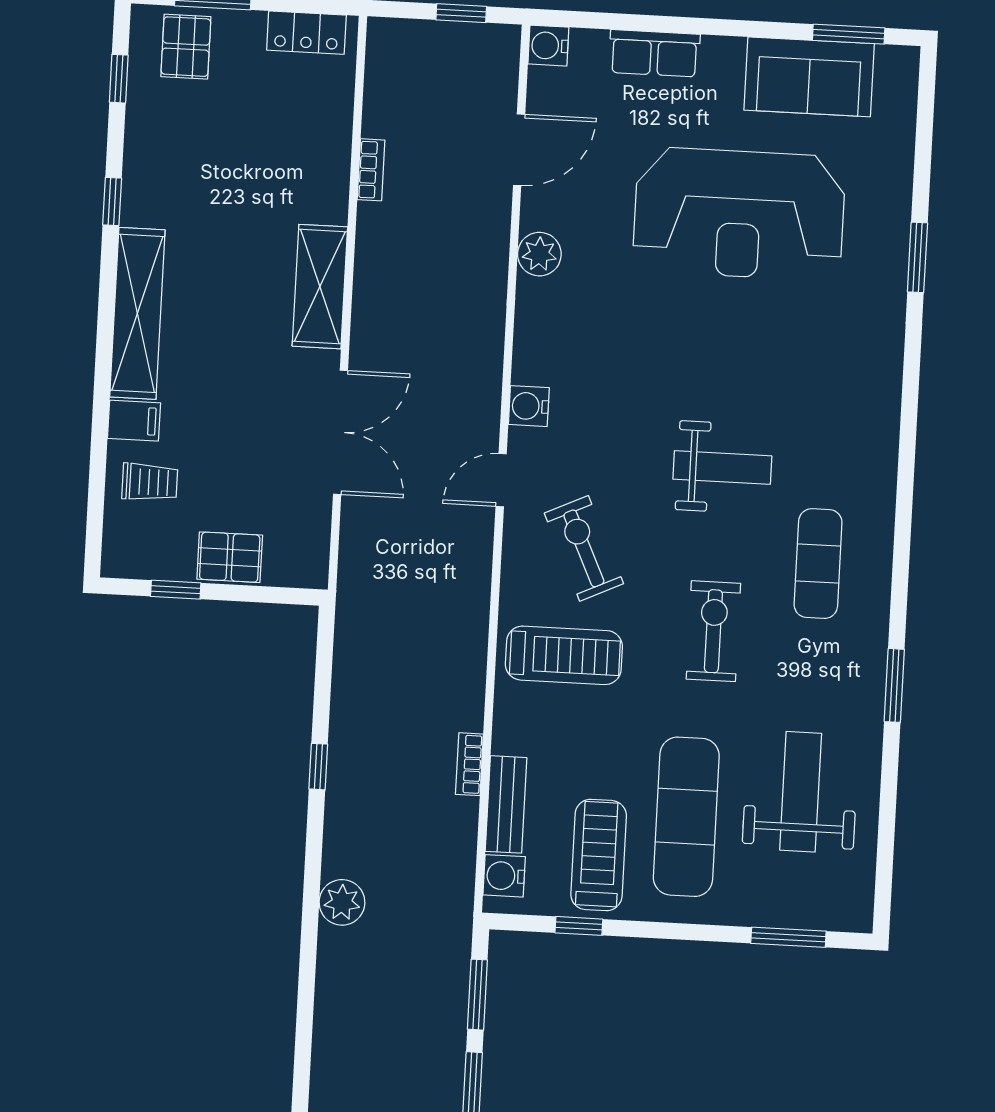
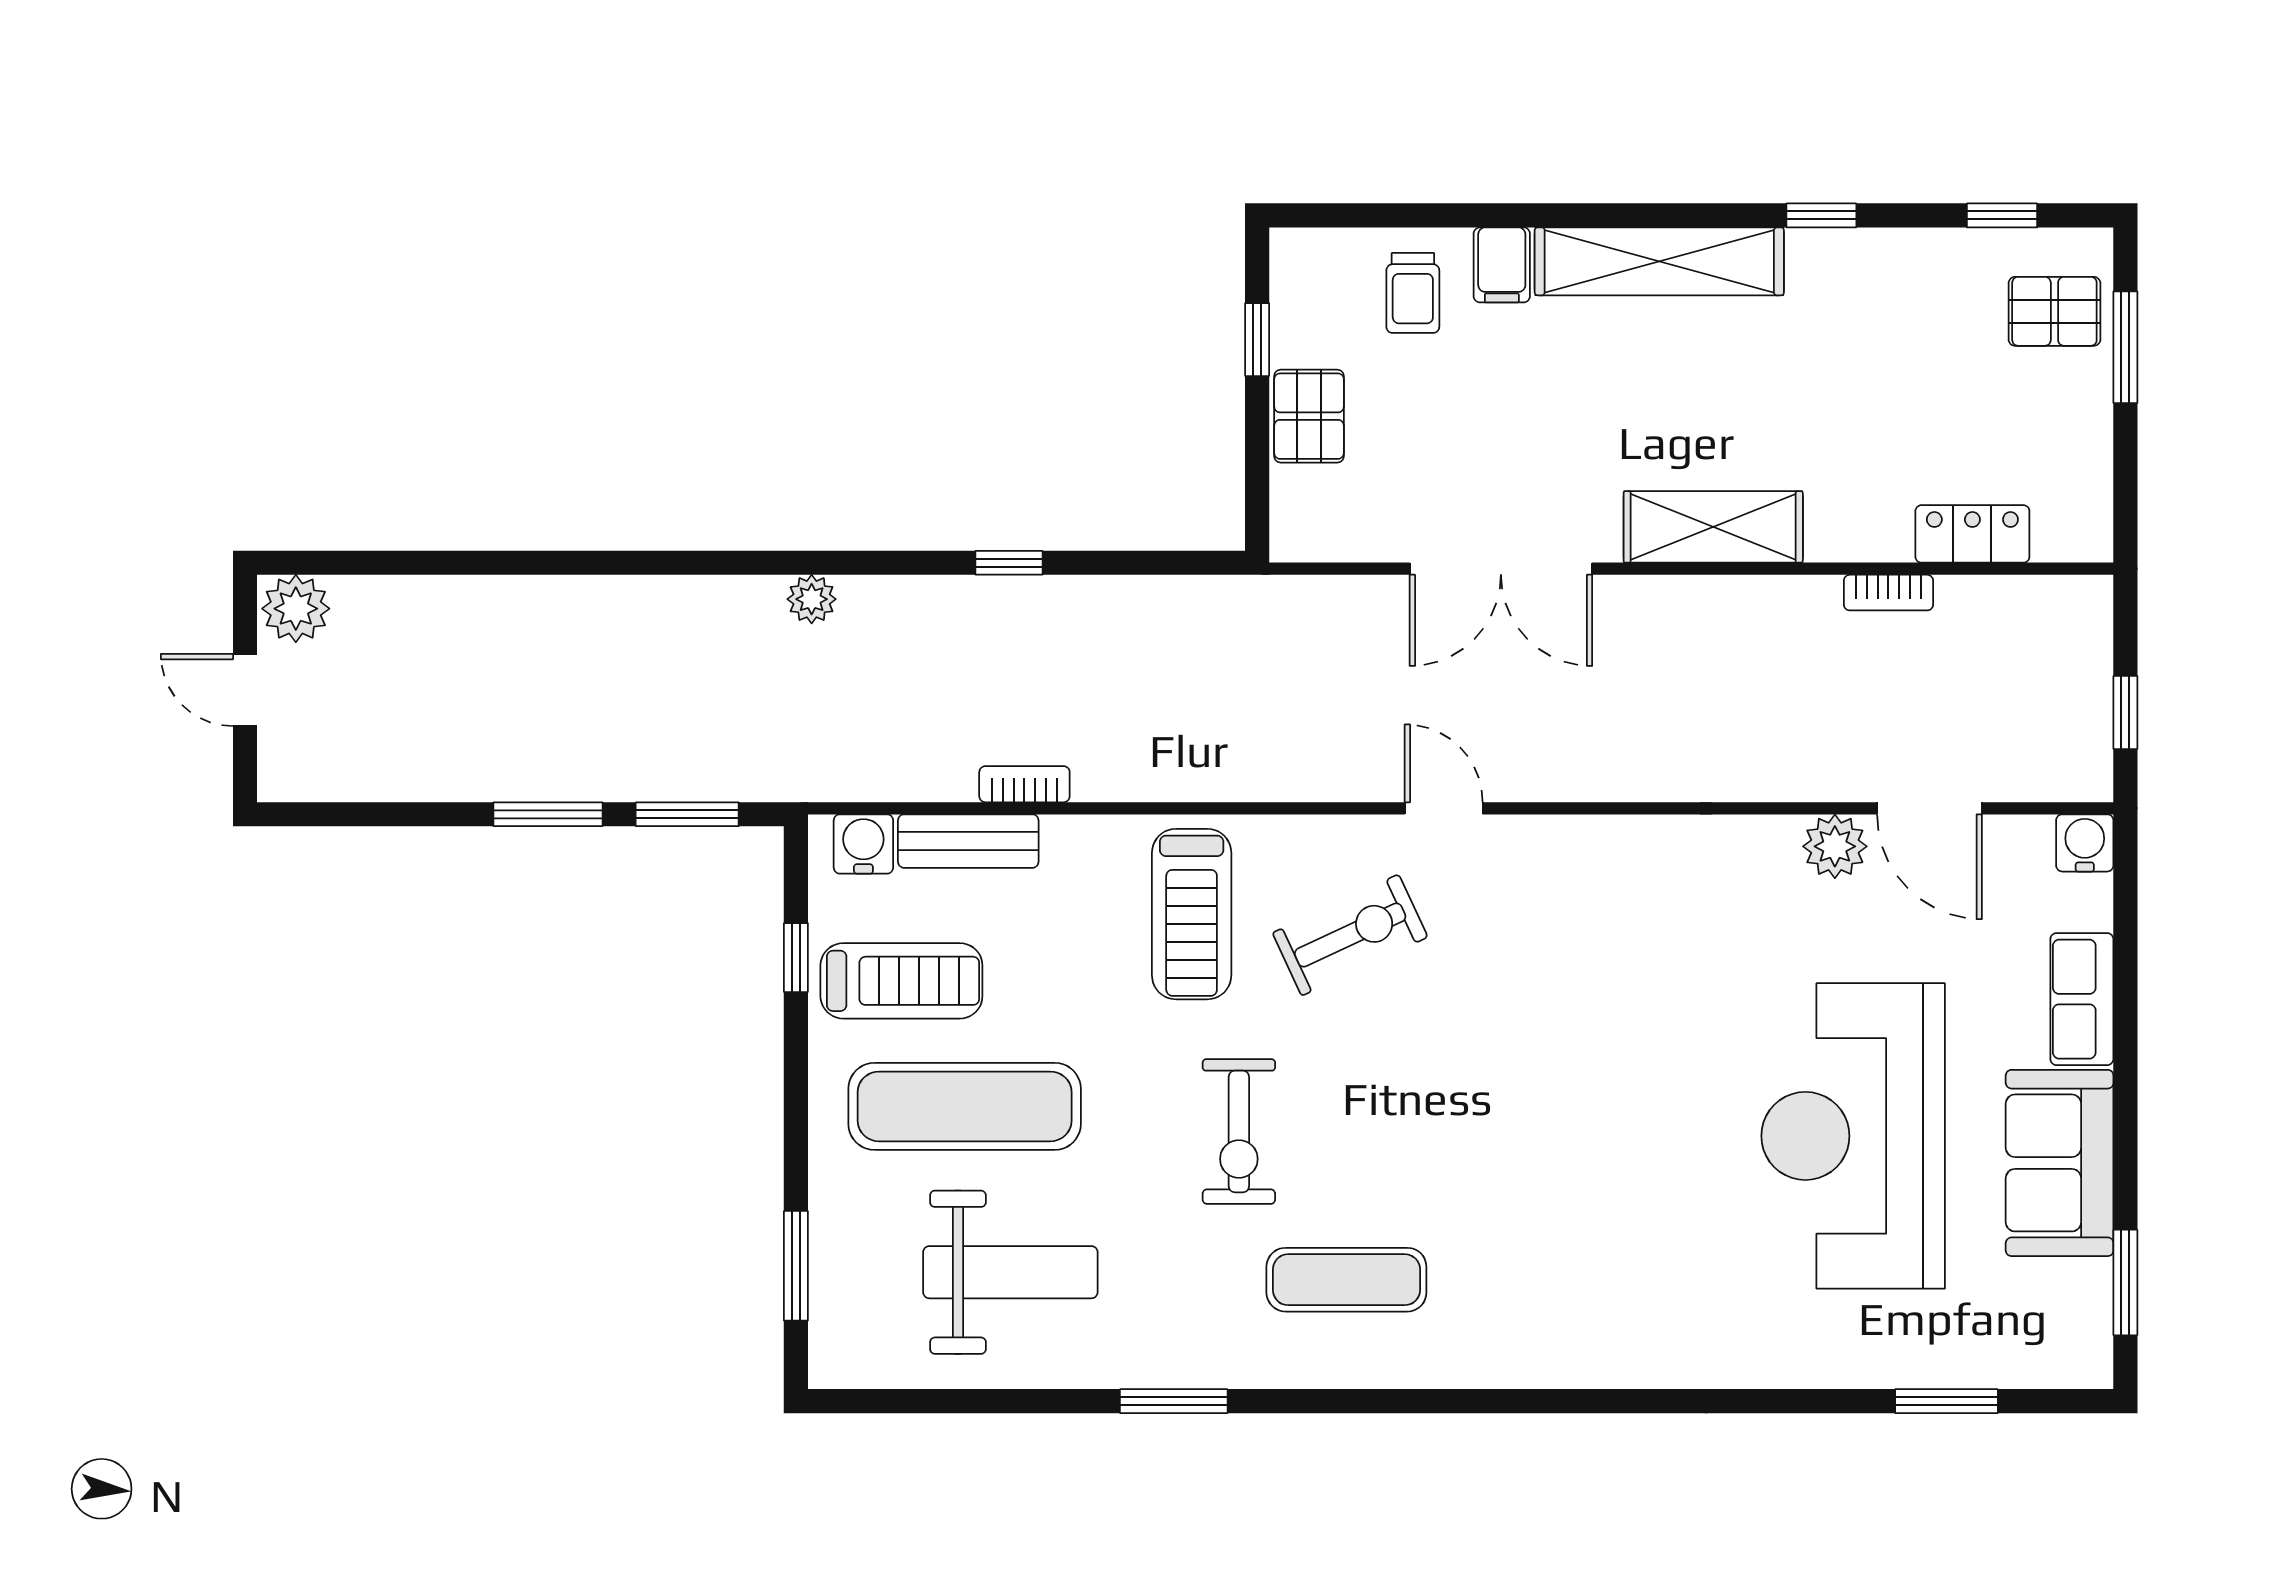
locker: (306, 33) -> (1972, 534), moved, turned 90
sofa: (809, 77) -> (2060, 1163), moved
plant: (539, 254) -> (1835, 846), moved
window: (917, 257) -> (1946, 1401), moved
water cooler: (529, 406) -> (1554, 843), removed
weight bench: (722, 467) -> (1480, 1132), removed
exercise bike: (713, 631) -> (1239, 1131), turned 90
plant: (342, 902) -> (812, 599), width x0.73, depth x0.73

